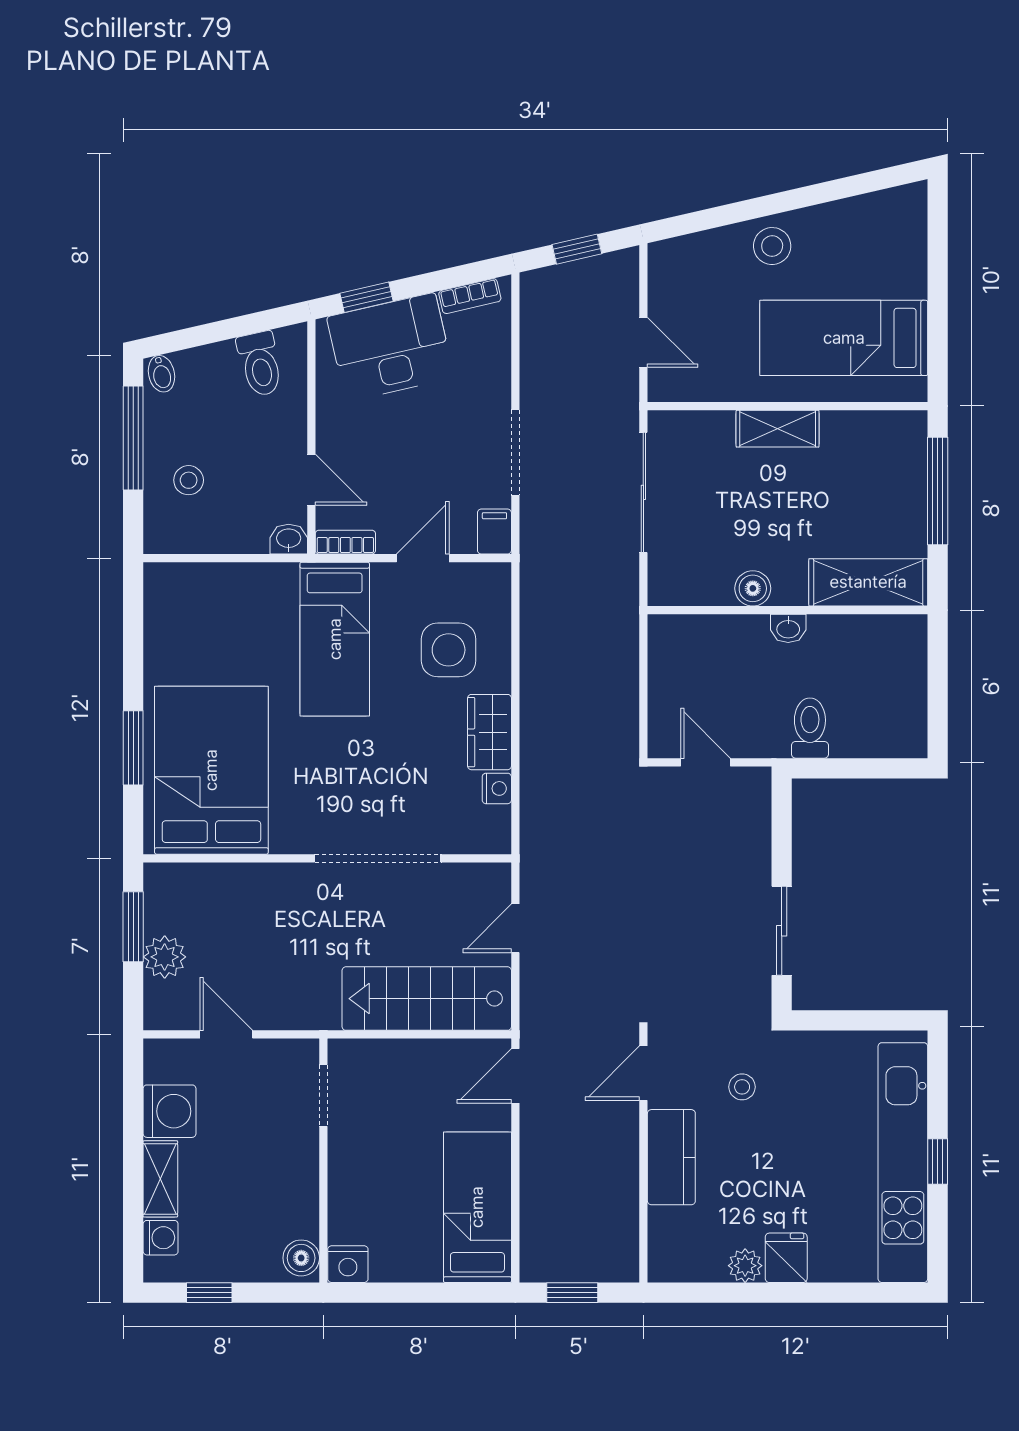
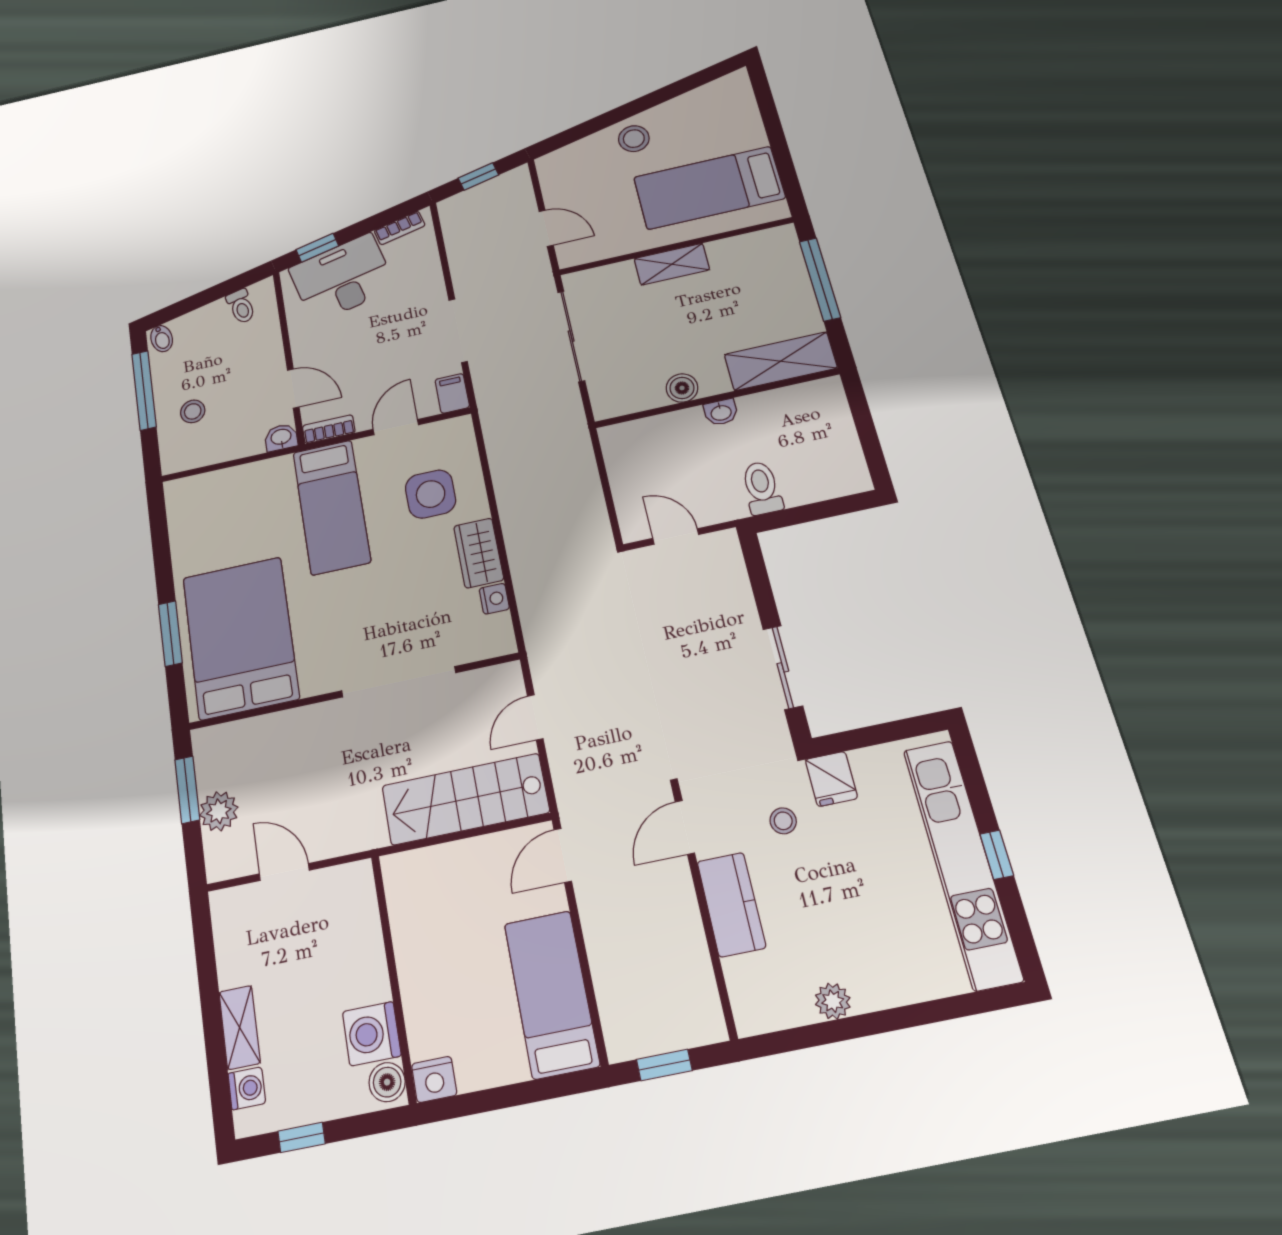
toilet: (260, 364) -> (241, 306), width x0.73, depth x0.72
doorway: (323, 1095) -> (384, 912), removed
washing machine: (170, 1111) -> (372, 1034), moved, turned 180
fridge: (786, 1258) -> (831, 779), moved, turned 180

